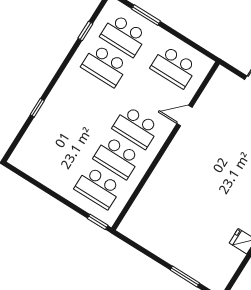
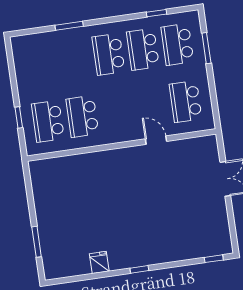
window: (37, 108) -> (69, 26), width x1.50
school desk: (136, 127) -> (108, 54), moved
window: (98, 222) -> (19, 117), moved

